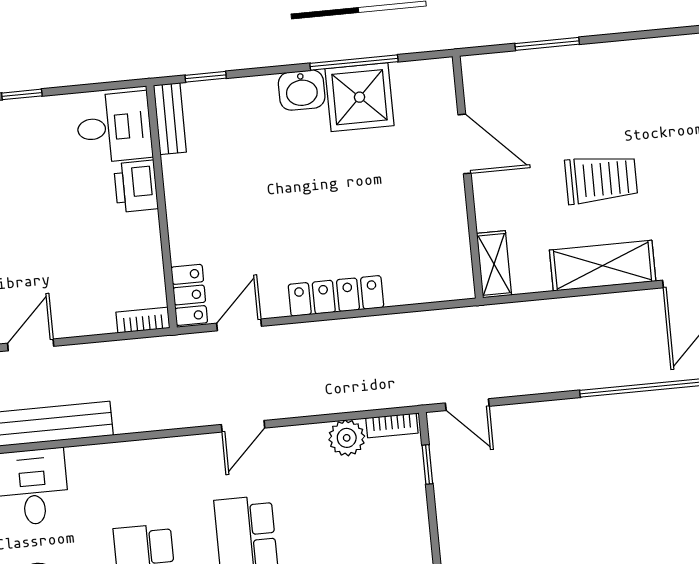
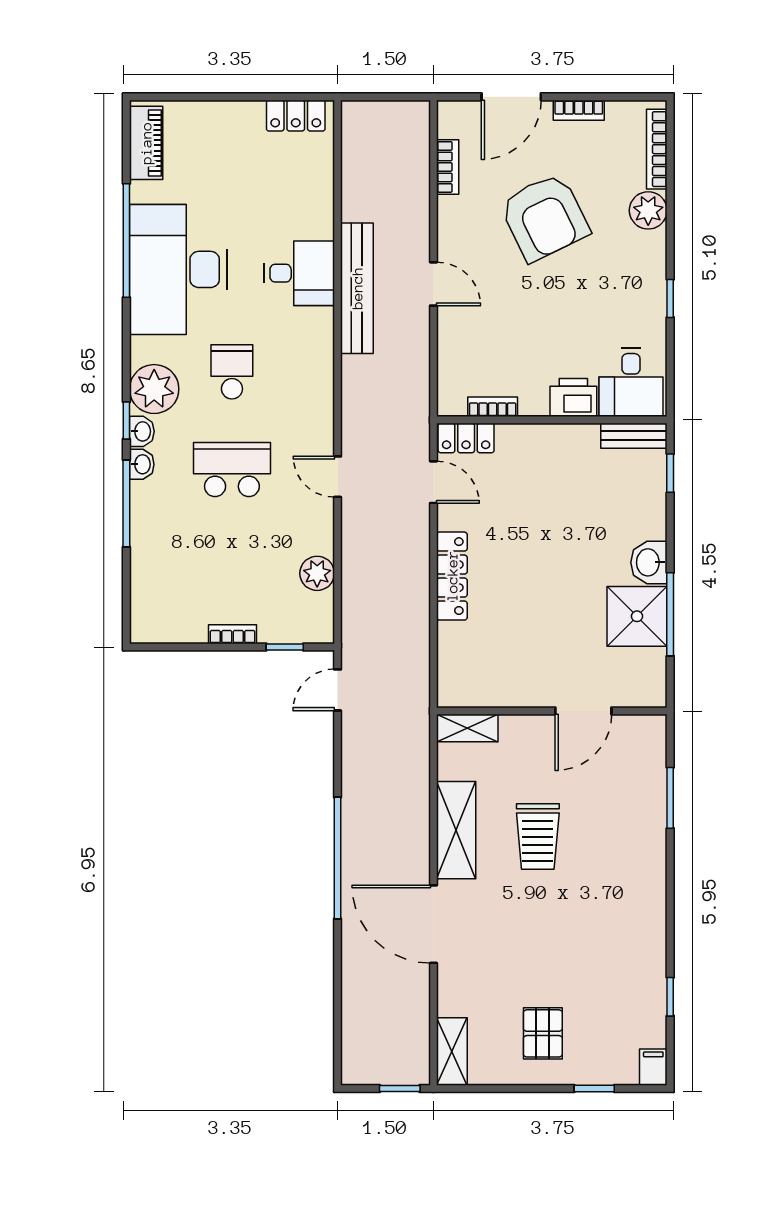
bookcase: (143, 320) -> (493, 407), moved, turned -90
bookcase: (392, 425) -> (233, 634), moved, turned 90

